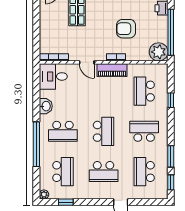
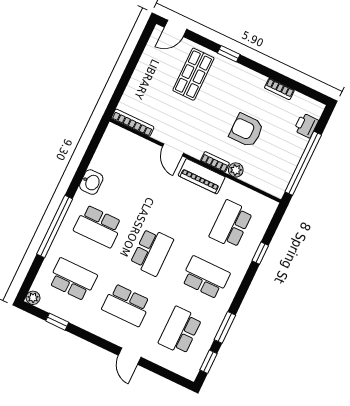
plant: (159, 52) -> (236, 170), moved, width x0.53, depth x0.53
desk: (53, 76) -> (120, 147), removed
school desk: (63, 172) -> (73, 279), turned -90

